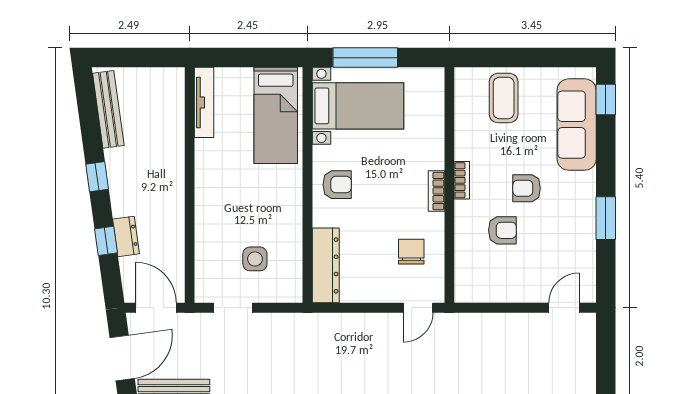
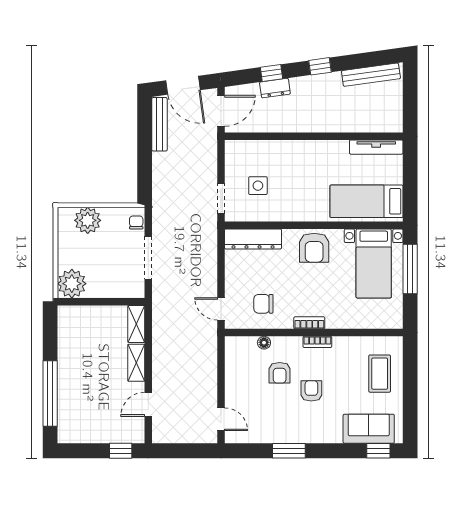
coffee table: (504, 98) -> (380, 374), turned 90
sofa: (577, 125) -> (369, 429), width x0.73
armchair: (337, 185) -> (314, 248), width x1.38, depth x1.38
floor lamp: (463, 251) -> (264, 343), added
chair: (411, 252) -> (263, 304), turned 180
doorway: (233, 308) -> (221, 199), moved

